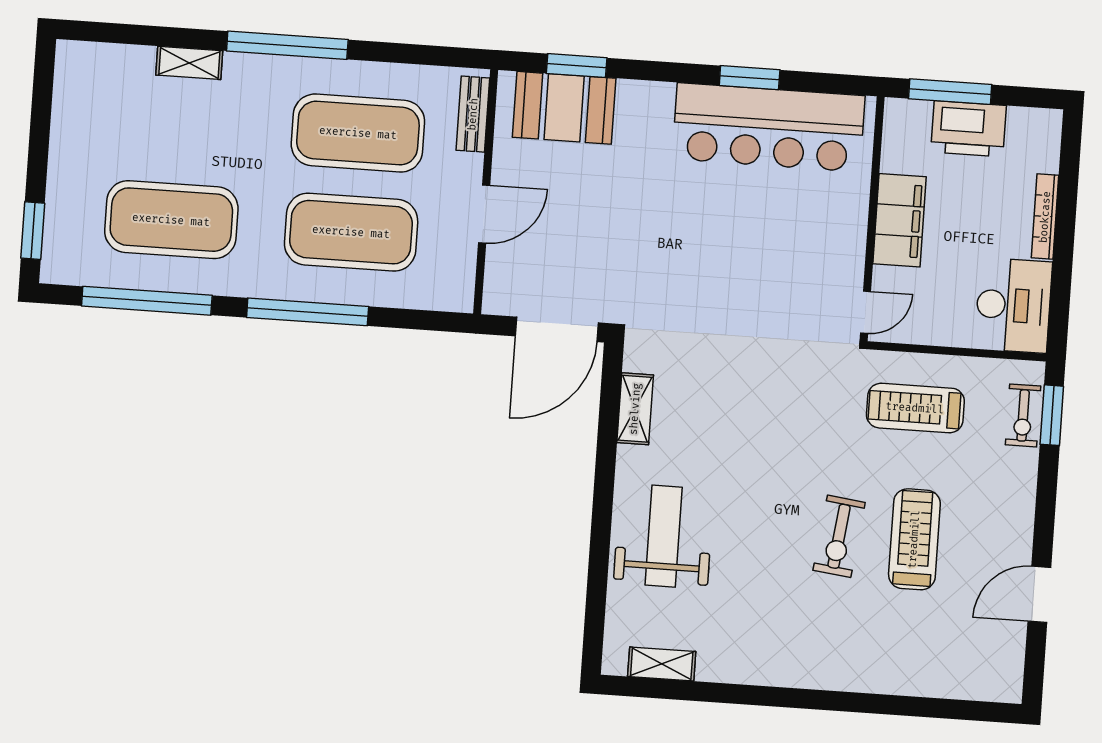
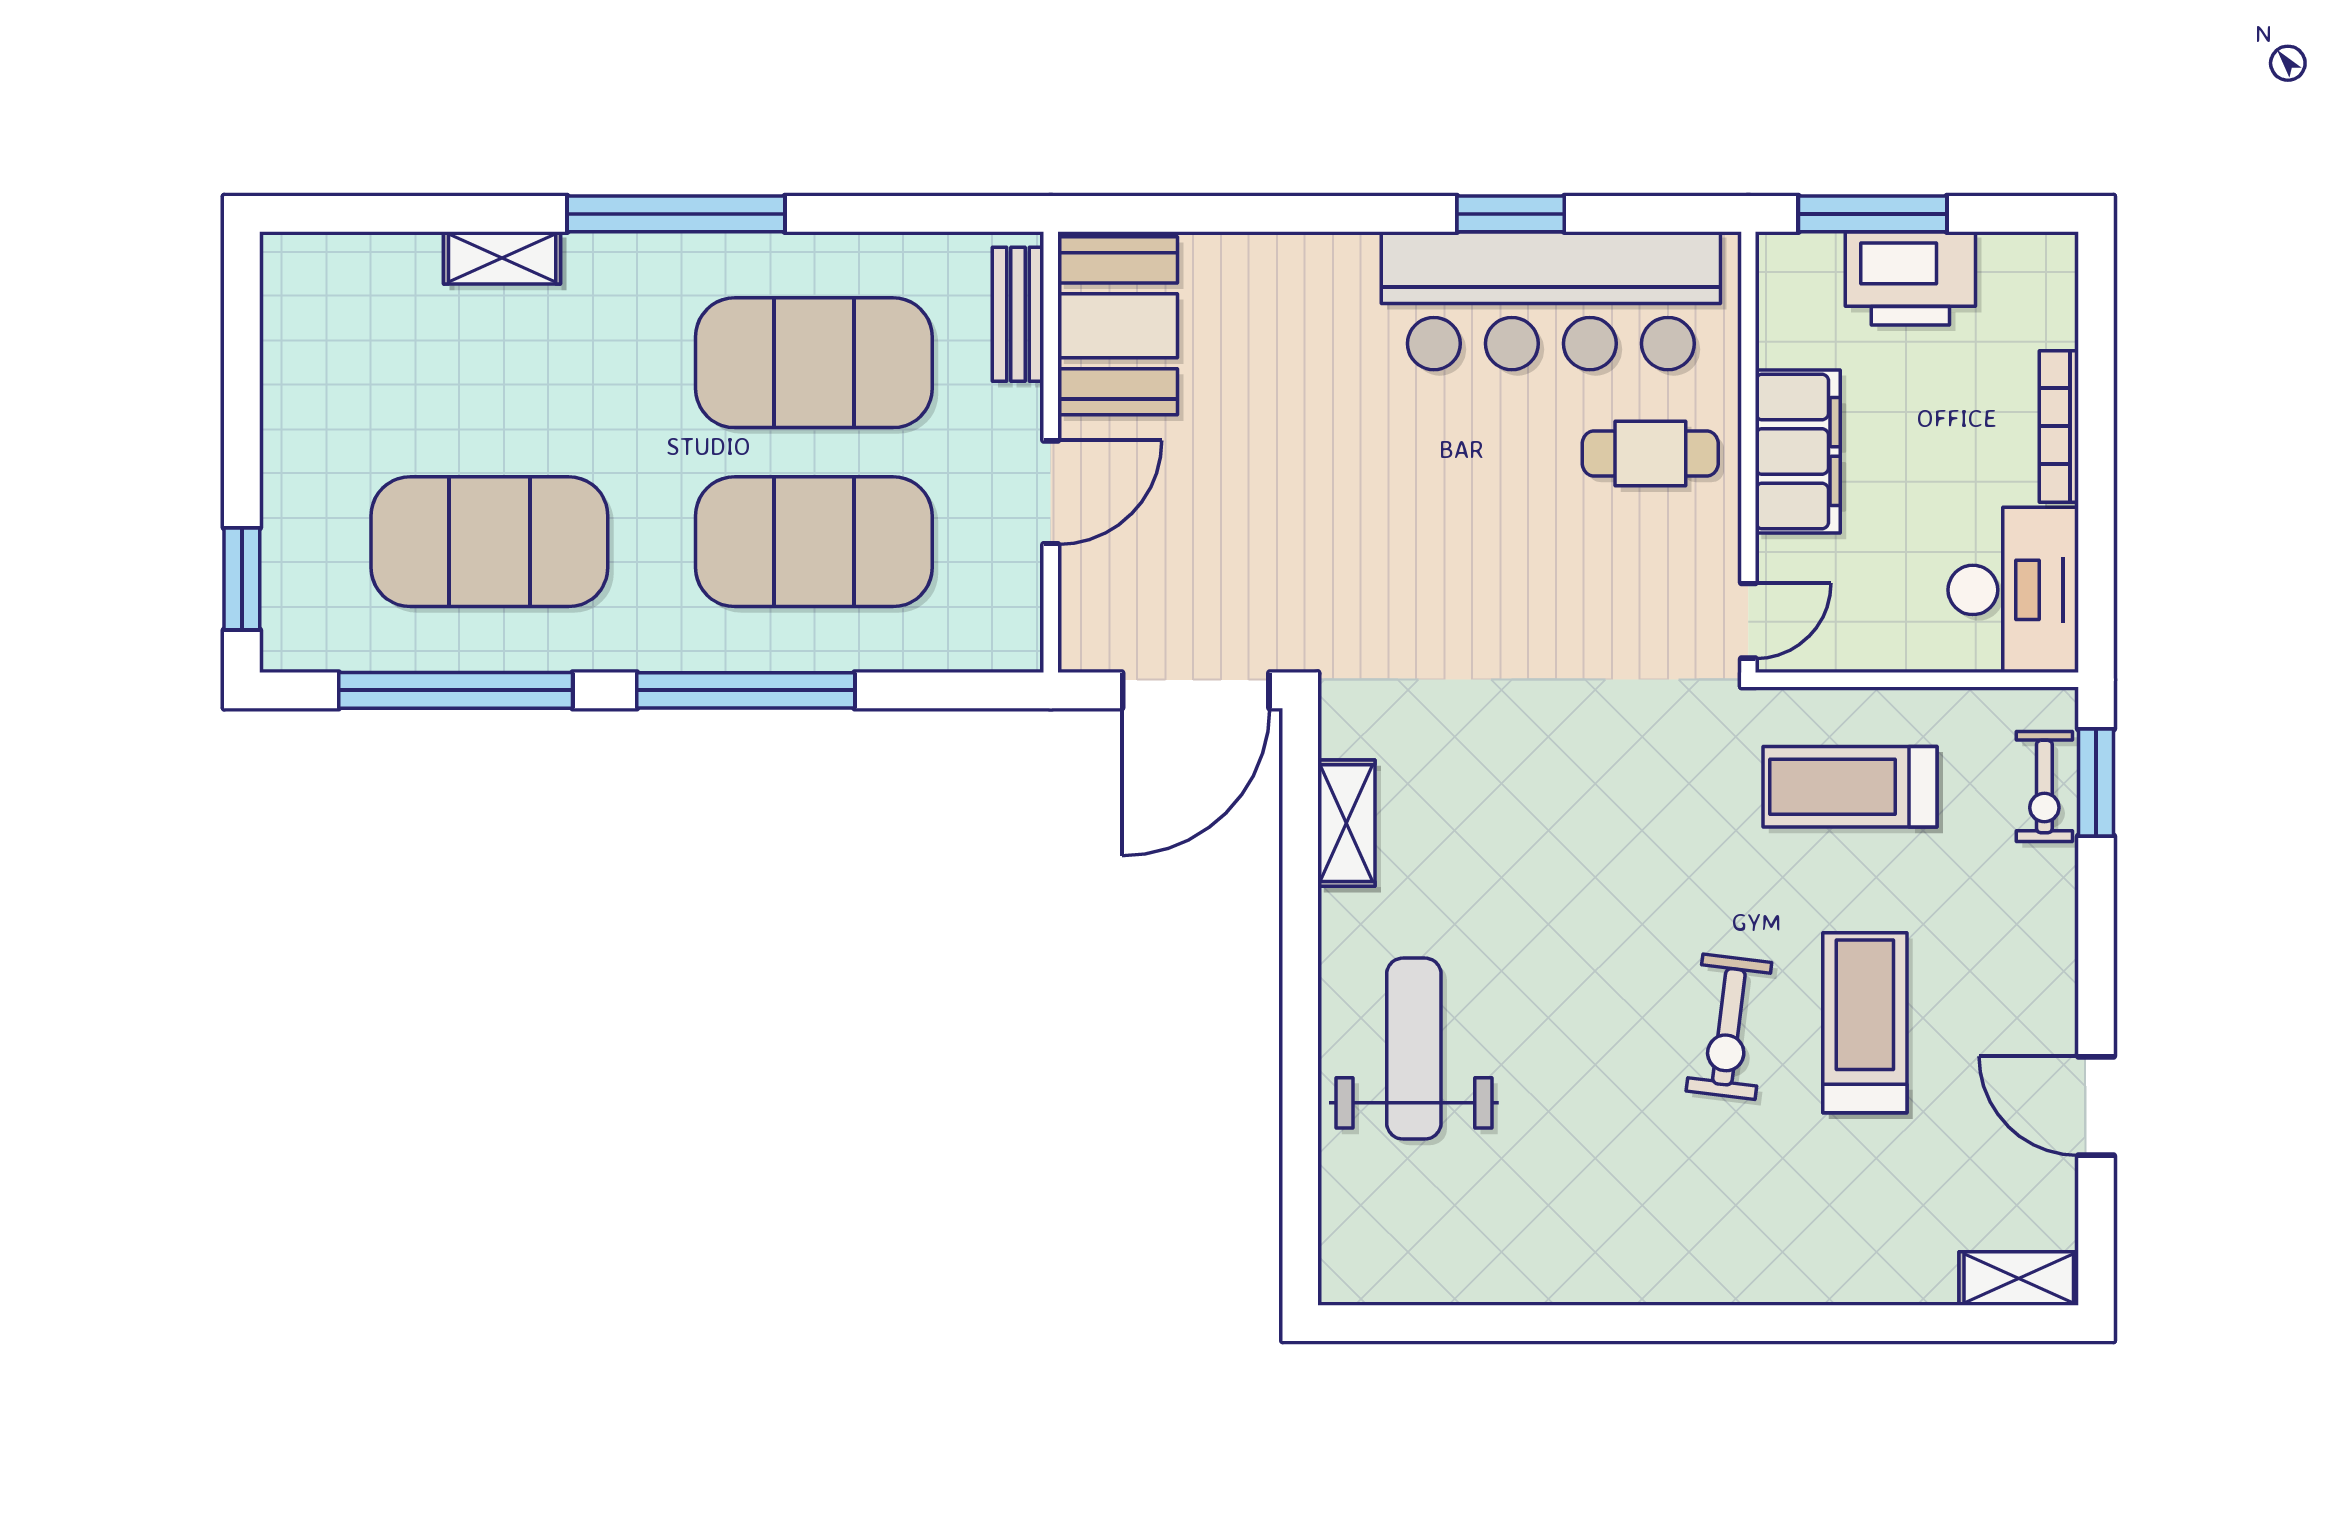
window: (577, 66) -> (1198, 214), removed
booth: (564, 108) -> (1118, 326), moved, turned 90
cafe table: (818, 216) -> (1650, 453), added
door: (1039, 594) -> (2096, 1106), hinge flipped
shelving: (662, 664) -> (2019, 1279), moved

